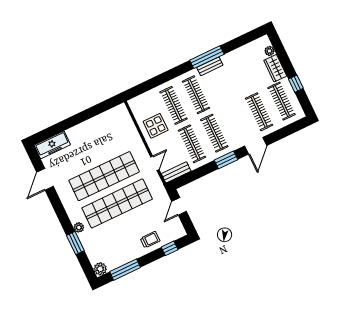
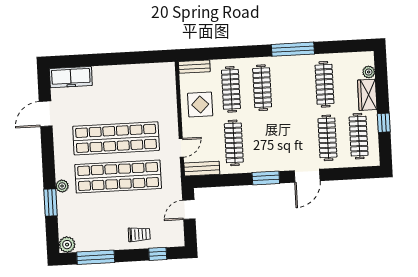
bench: (210, 66) -> (194, 67), moved
clothes rail: (214, 133) -> (325, 84), moved

